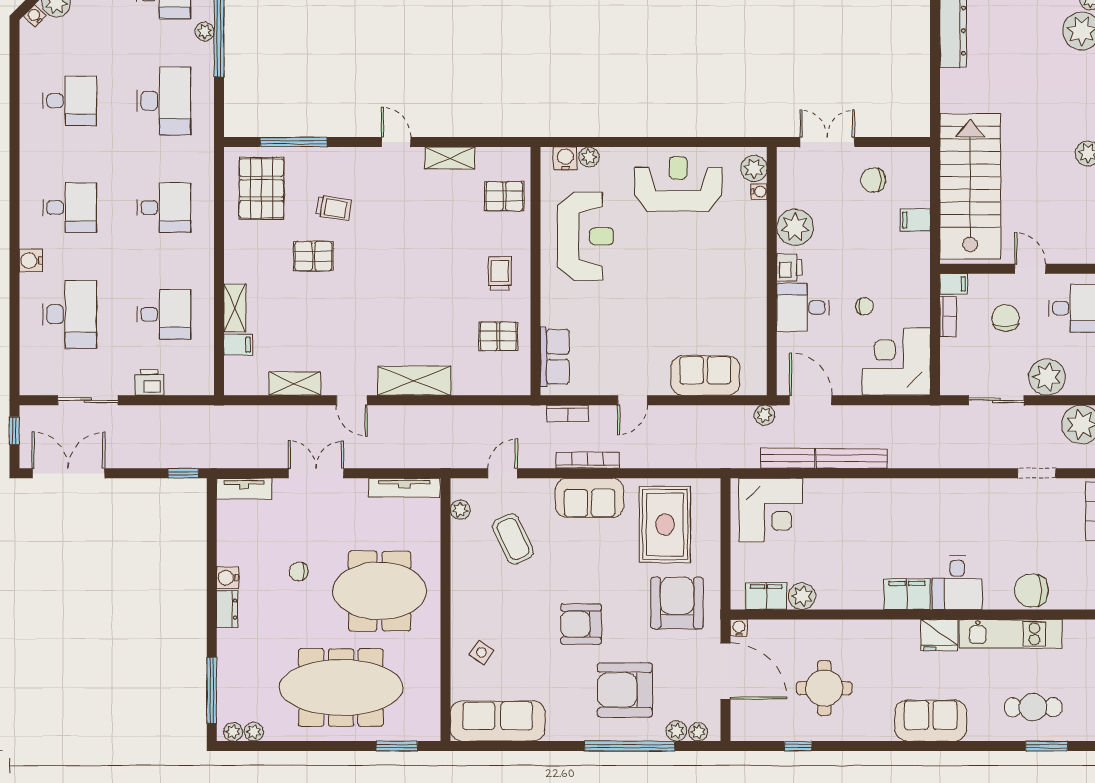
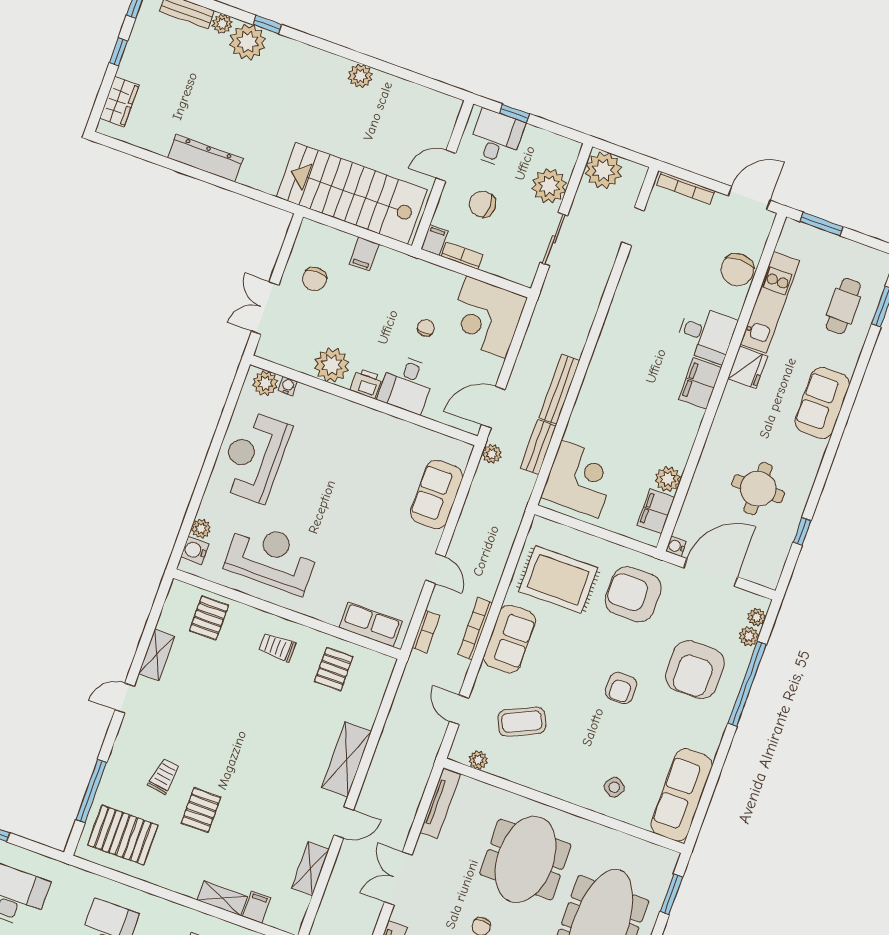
armchair: (581, 624) -> (621, 688), width x0.72, depth x0.72

